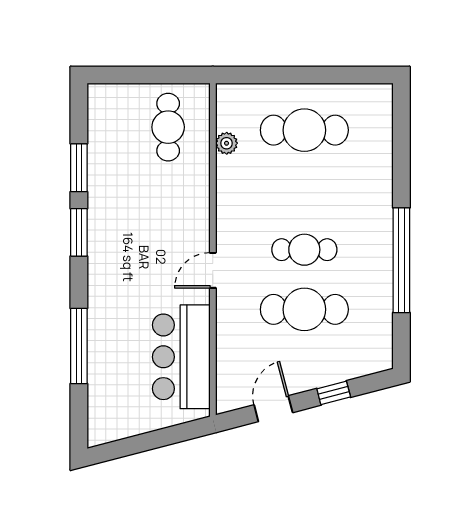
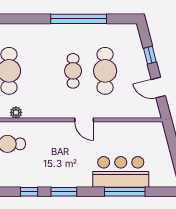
window: (79, 168) -> (29, 192), width x0.67
bar counter: (181, 357) -> (121, 172), moved, turned 180

